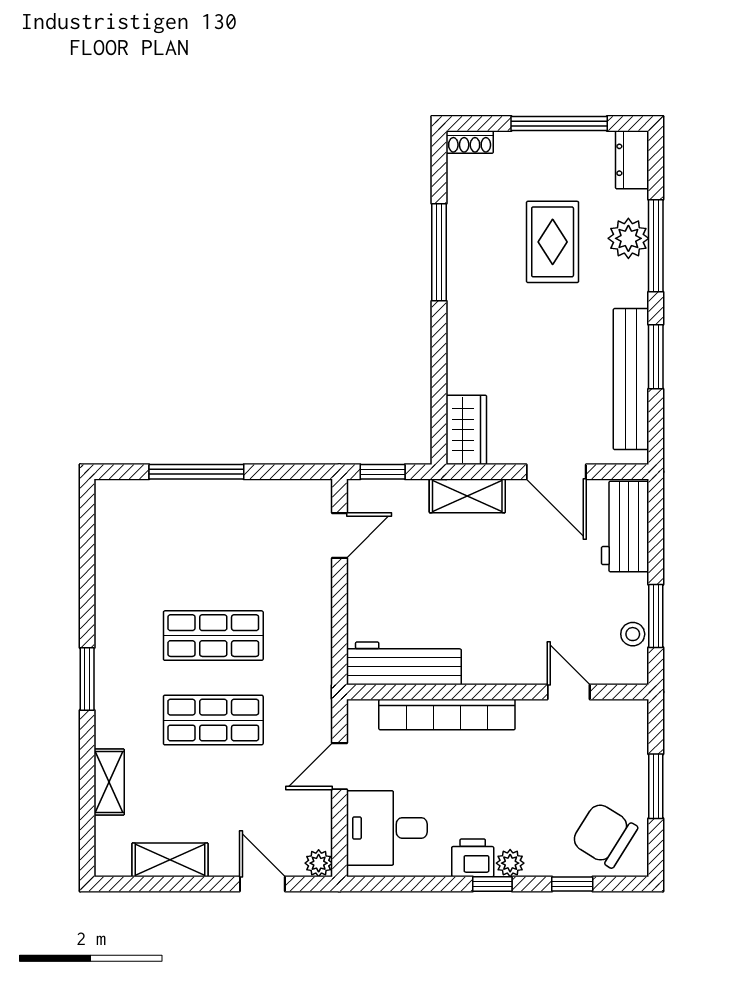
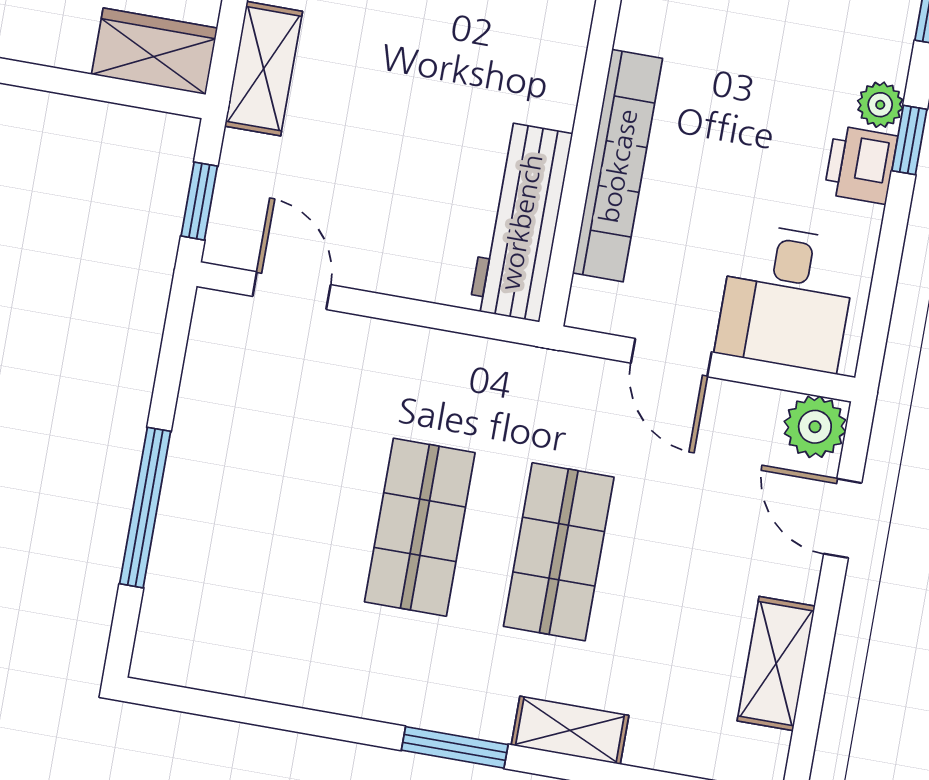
shelving: (109, 782) -> (570, 730), moved
plant: (319, 863) -> (815, 427), width x1.38, depth x1.38
door: (262, 884) -> (843, 518), hinge flipped

